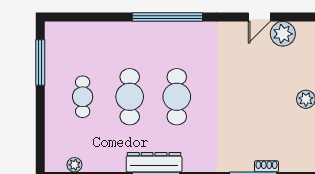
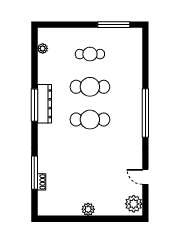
plant: (283, 34) -> (134, 204), moved

